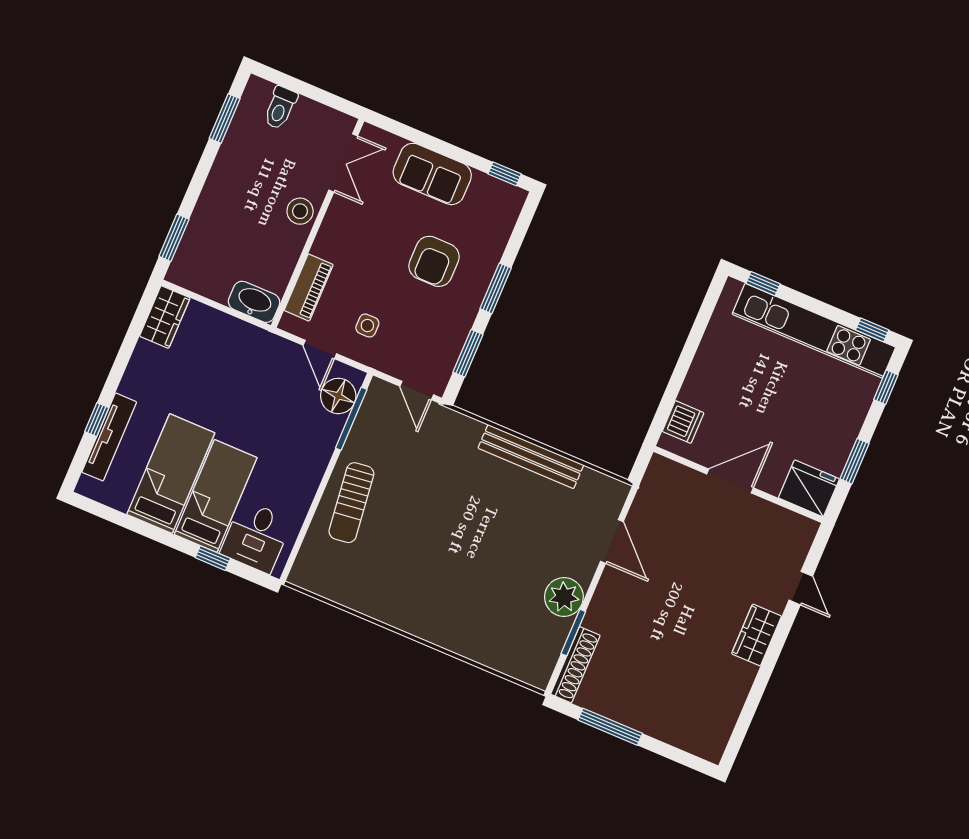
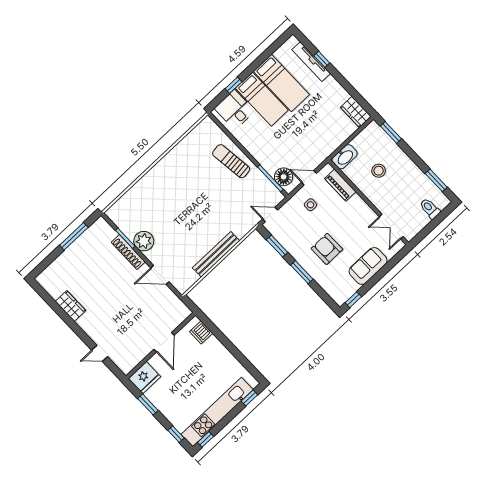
stool: (300, 211) -> (379, 171), moved
wardrobe: (757, 635) -> (70, 306), moved
shoe rack: (575, 665) -> (128, 252), moved

